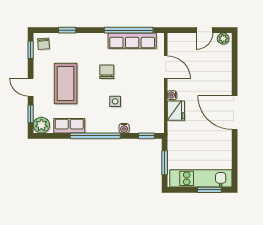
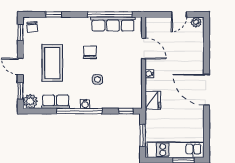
fridge: (176, 111) -> (153, 100), moved
water cooler: (124, 128) -> (85, 104), moved

